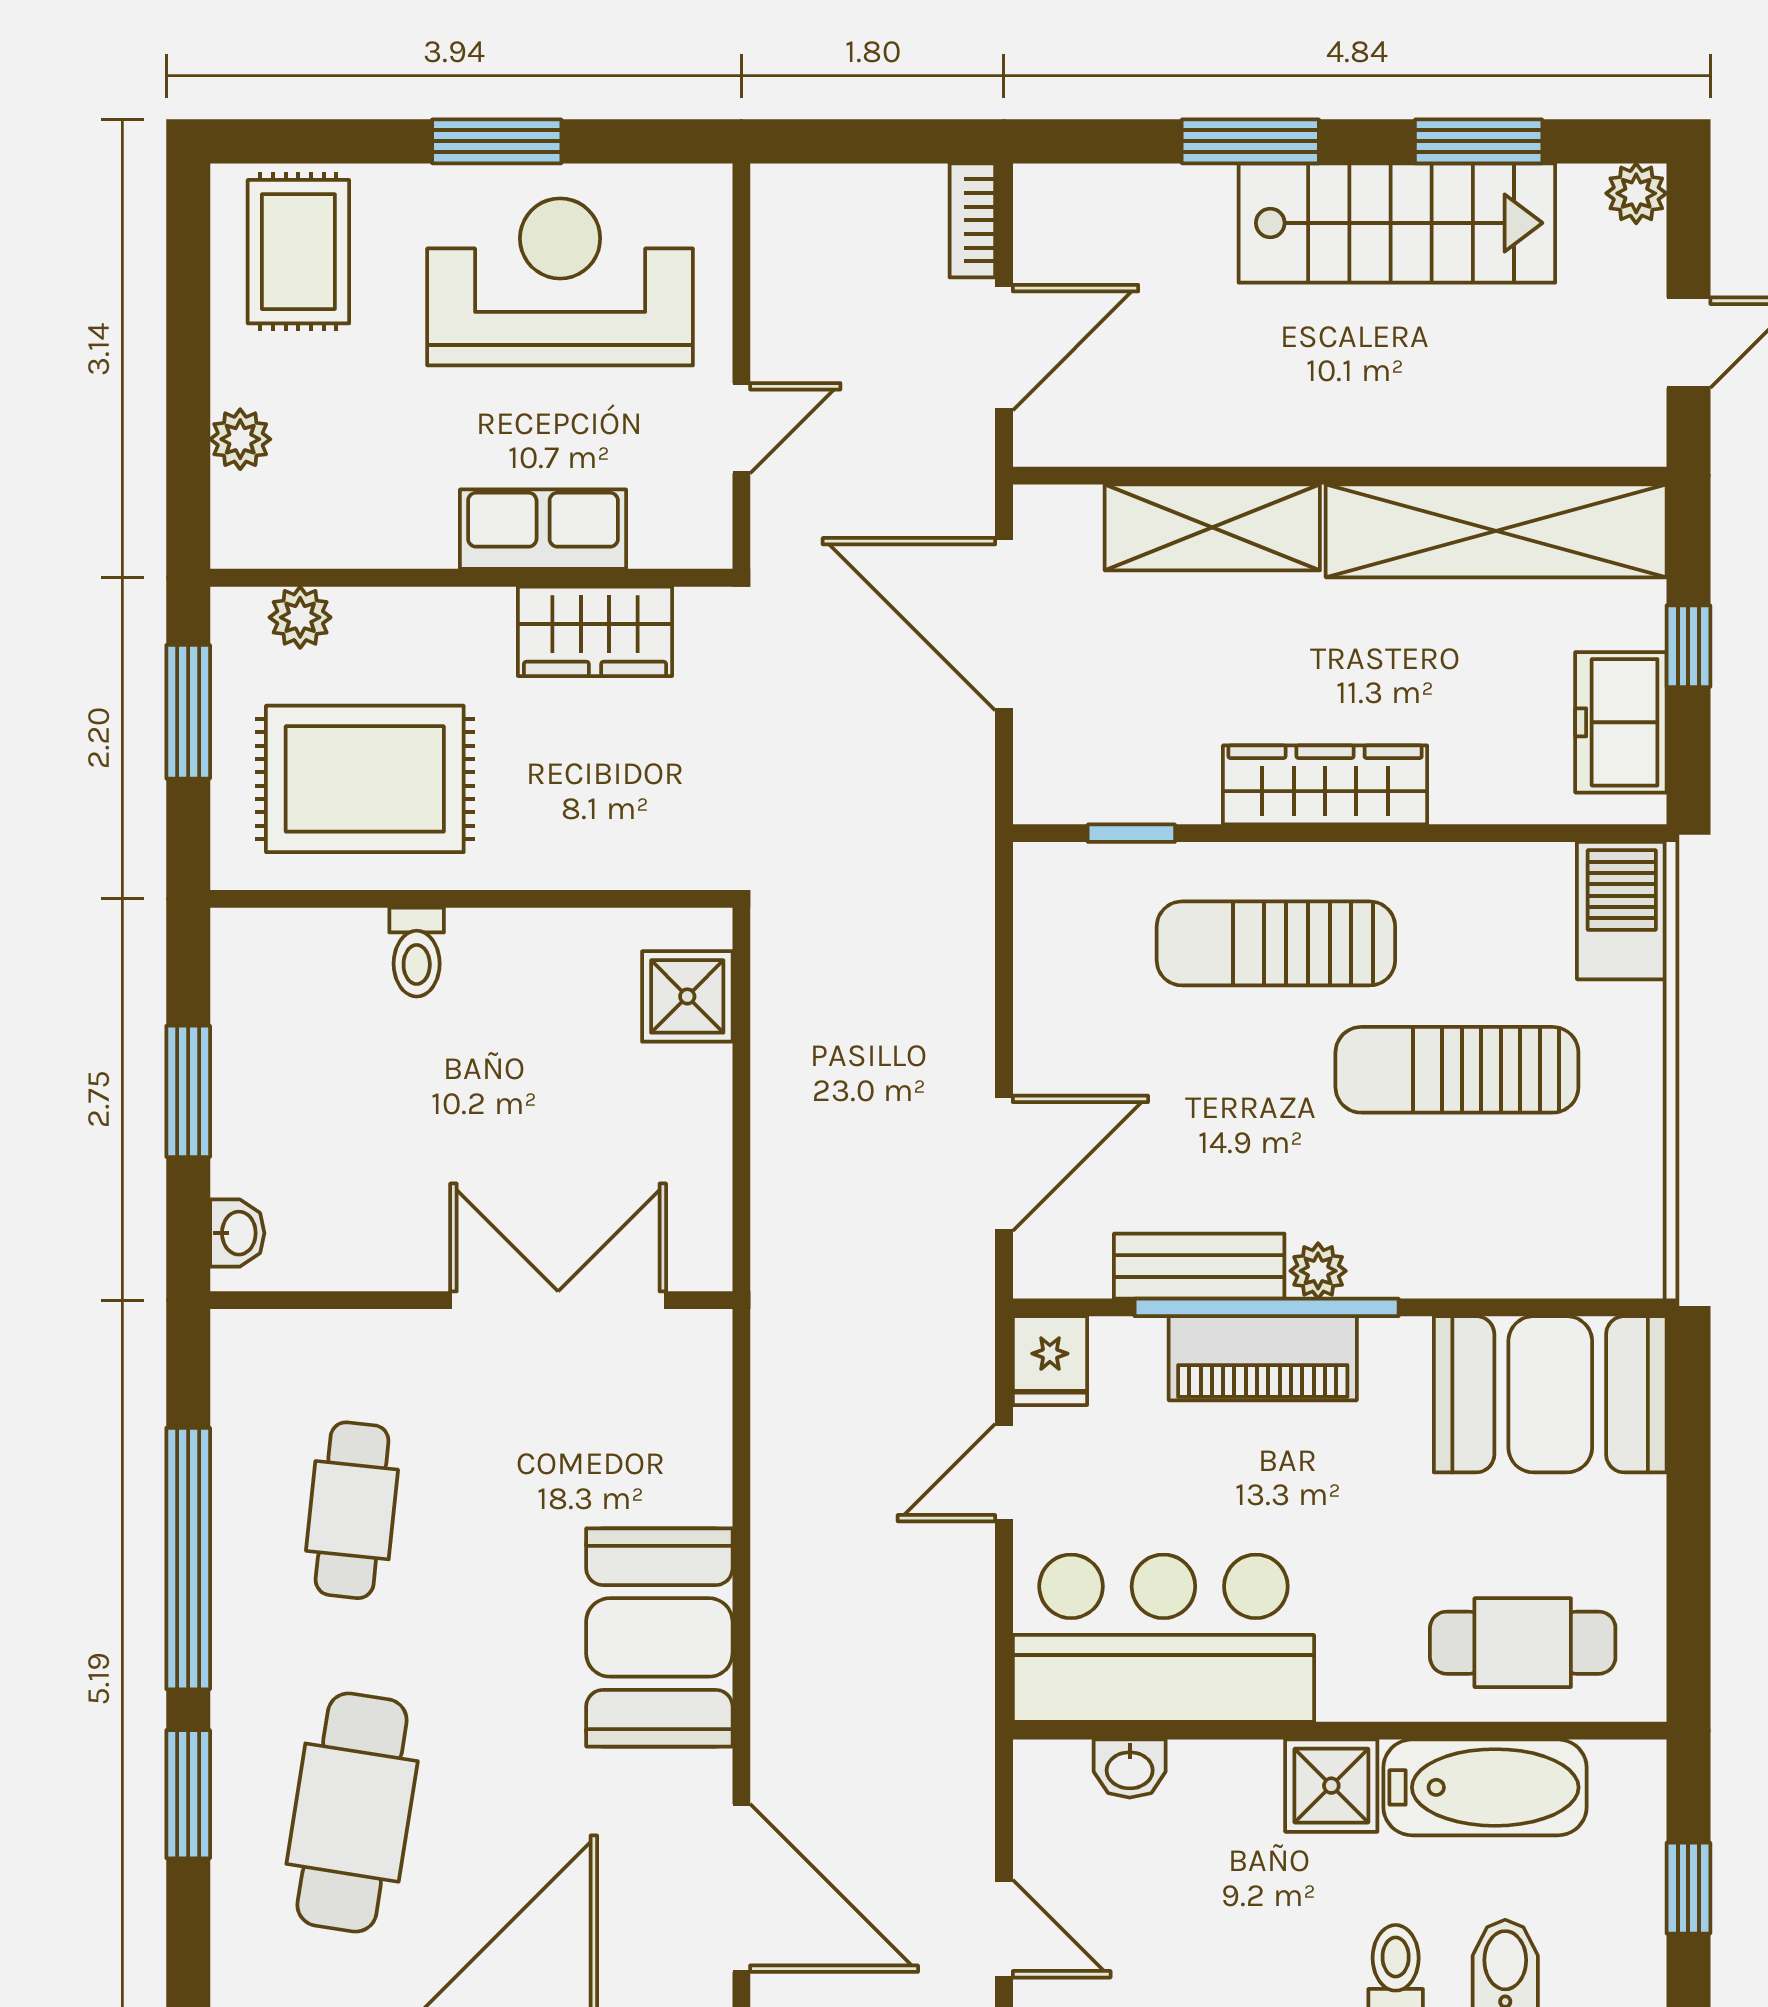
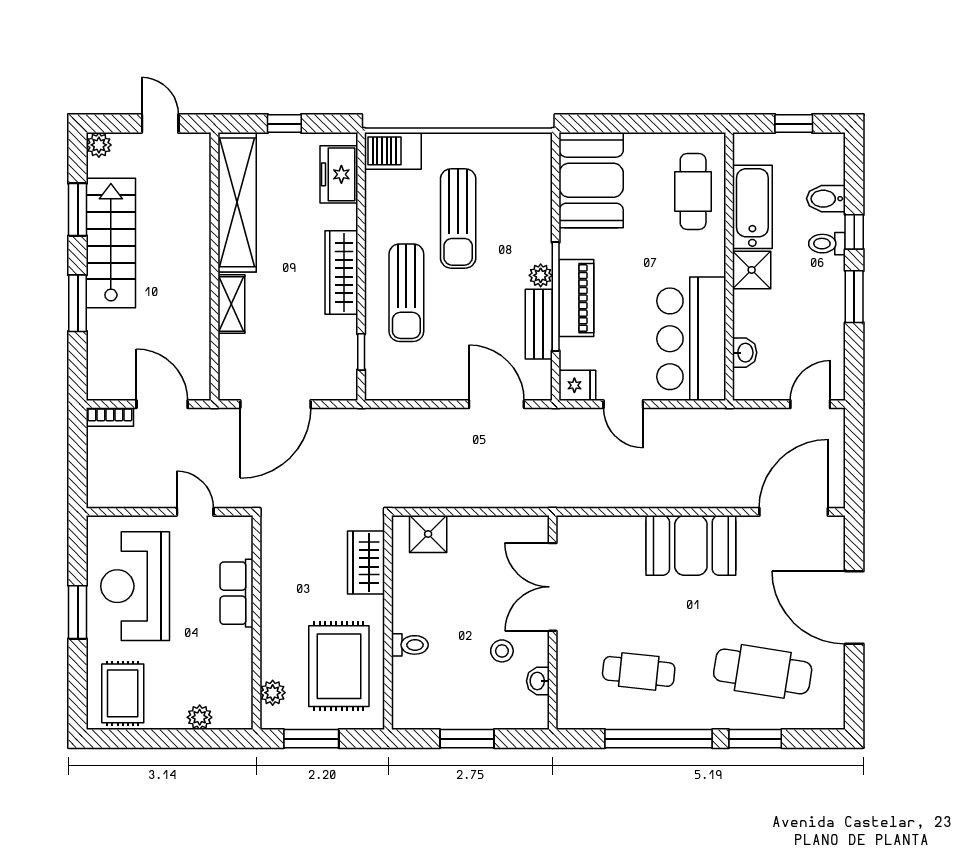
rug: (298, 252) -> (123, 693), turned 90
shelving: (1212, 527) -> (231, 304), width x0.67, depth x0.75
wardrobe: (595, 631) -> (366, 563), moved, turned 180
freezer: (1621, 722) -> (339, 174), moved, turned 90
stool: (402, 1177) -> (502, 651), added
washbasin: (237, 1233) -> (538, 681), moved, turned -90

